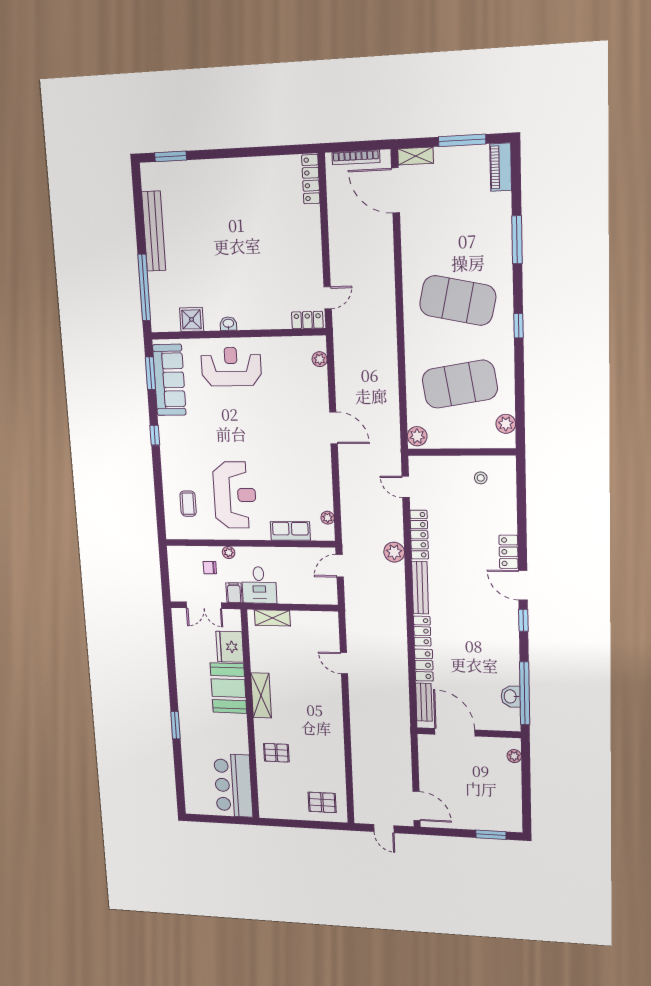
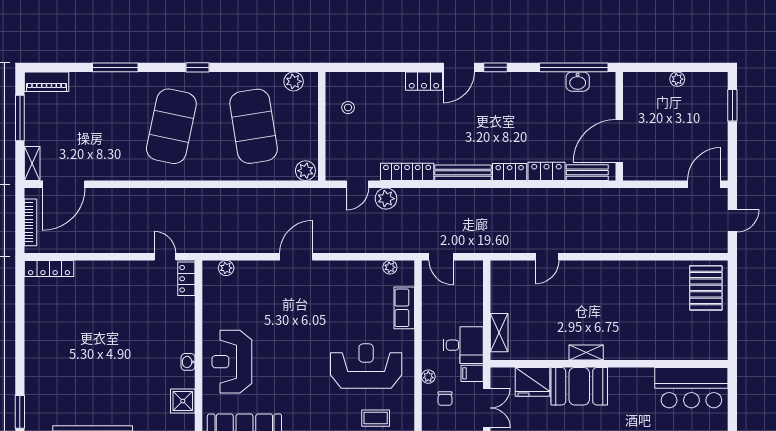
plant: (394, 552) -> (386, 199), moved
shelving: (261, 695) -> (586, 352), width x0.67, depth x0.75
pallet: (276, 753) -> (651, 336), removed
plant: (514, 756) -> (677, 79), moved
pallet: (322, 802) -> (706, 288), width x1.50, depth x1.42

